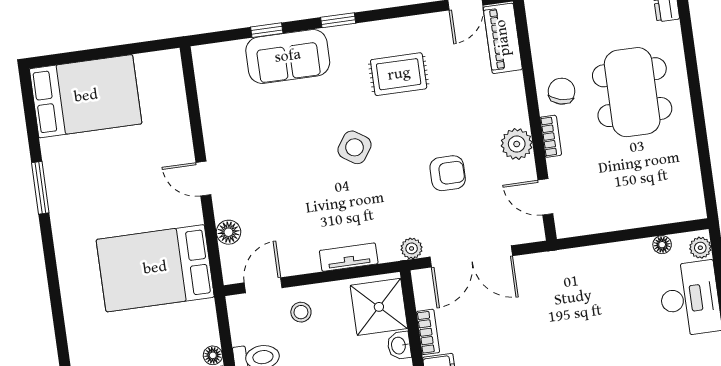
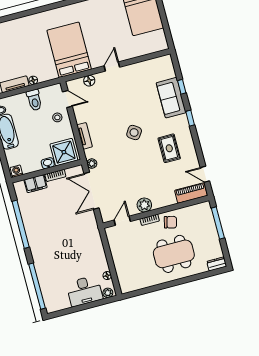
armchair: (448, 173) -> (128, 176), removed

